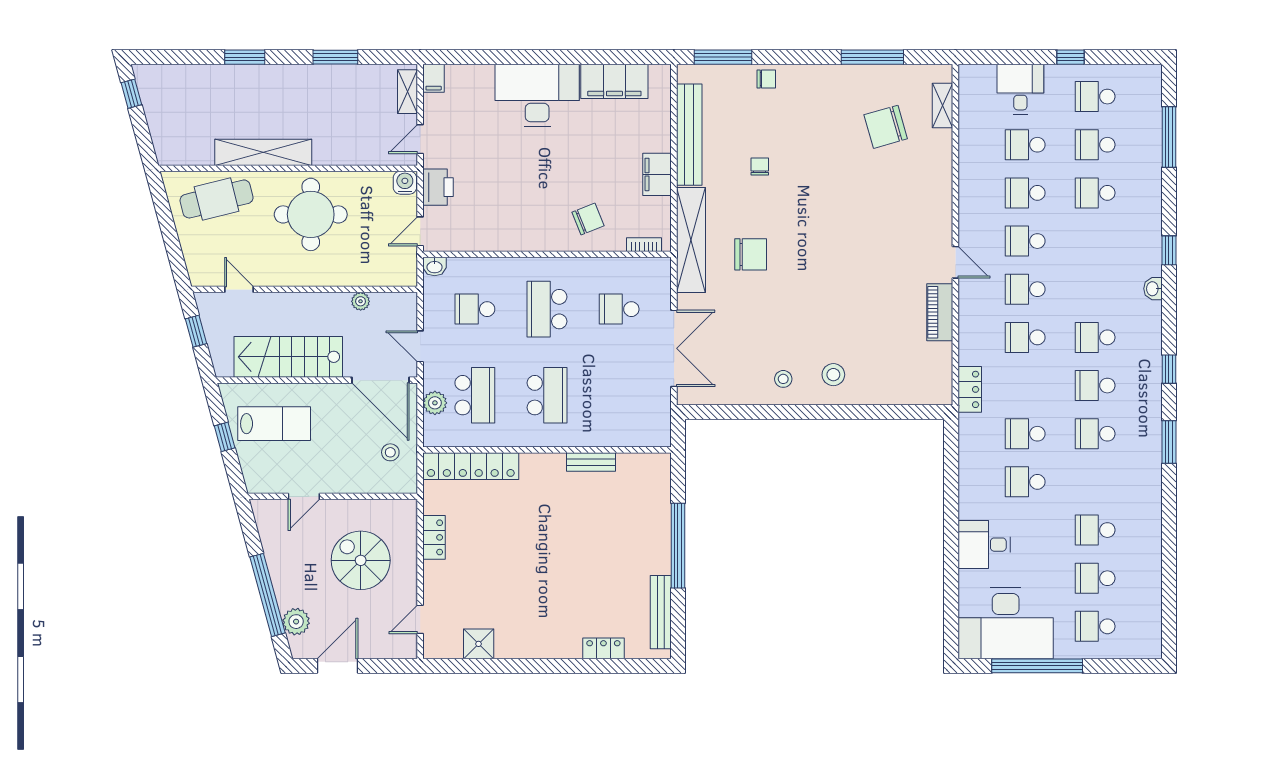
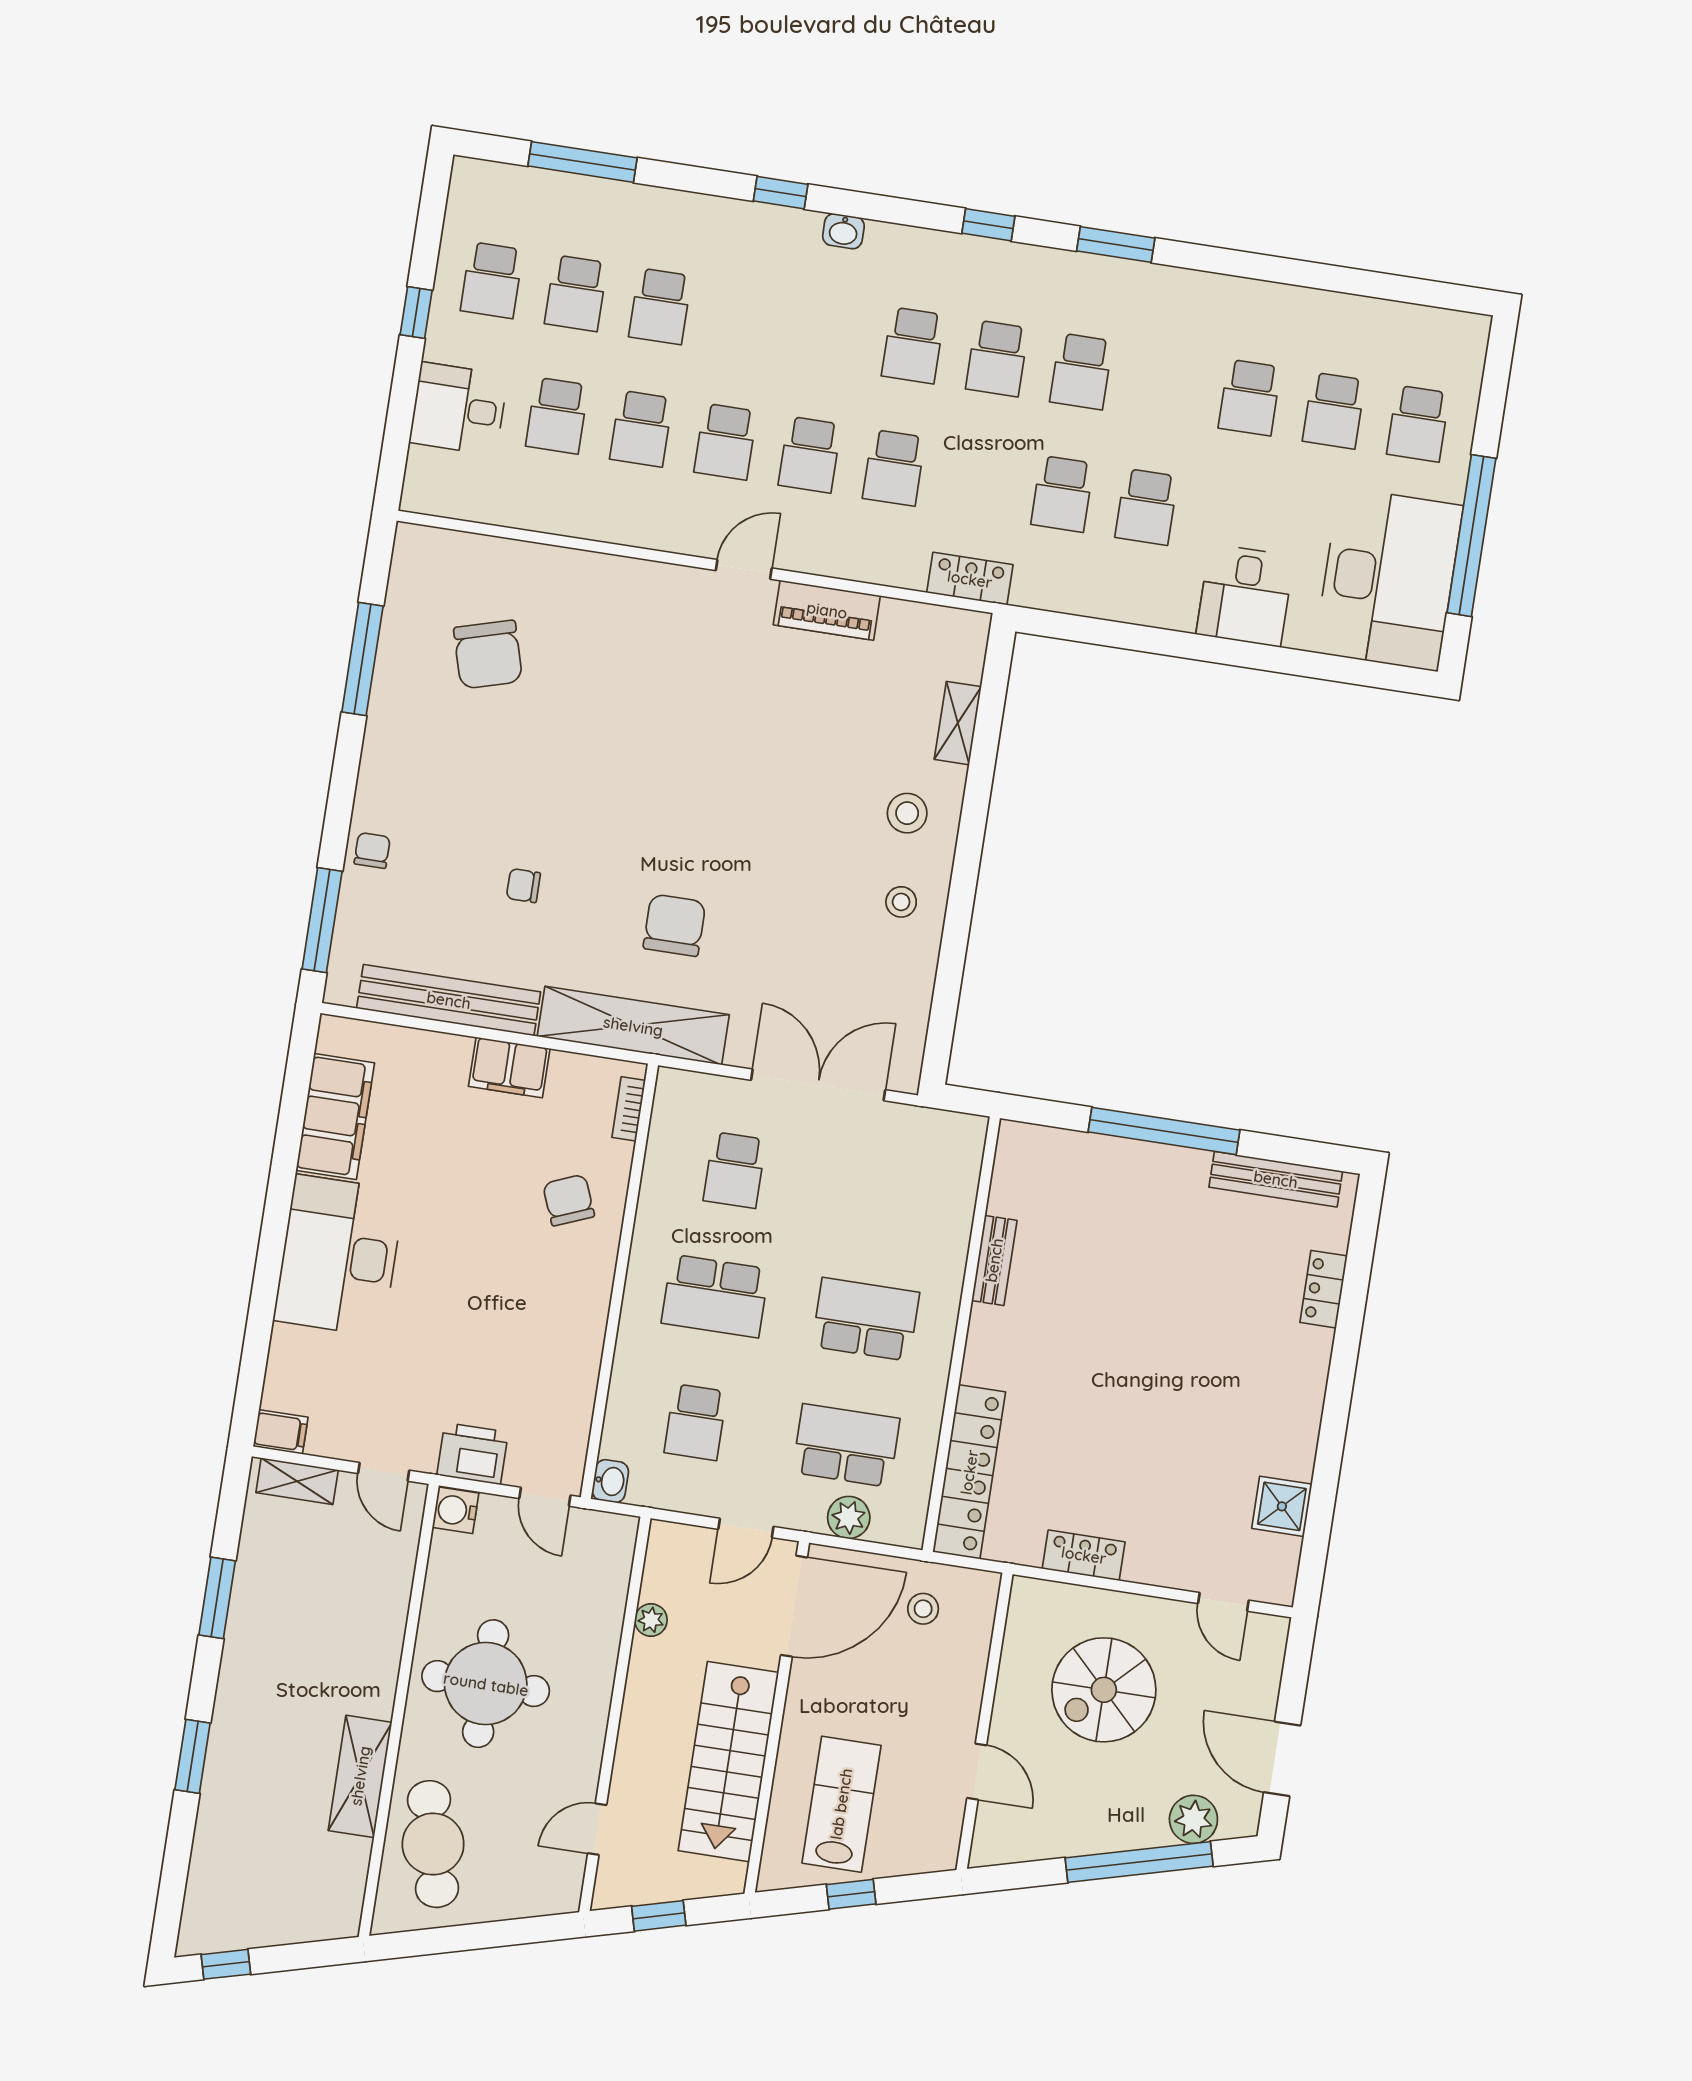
shelving: (943, 106) -> (958, 723), moved, turned 90
shelving: (263, 152) -> (360, 1776), width x0.68

